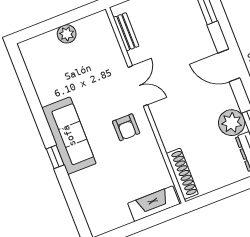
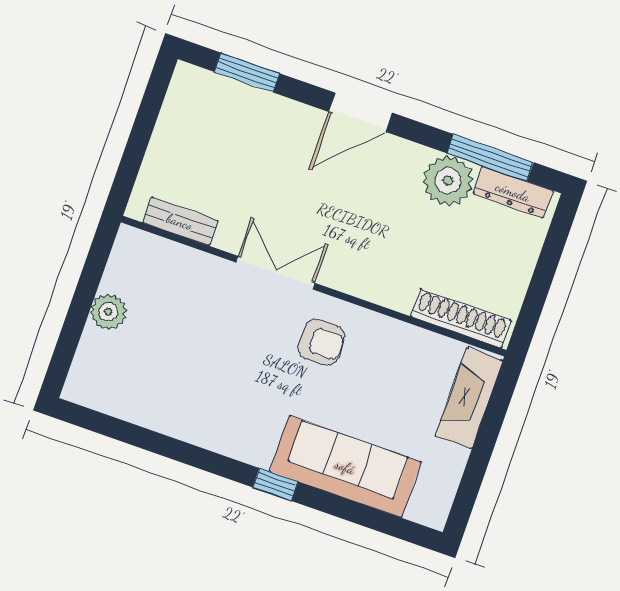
sofa: (69, 136) -> (345, 467), moved

